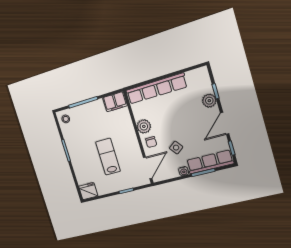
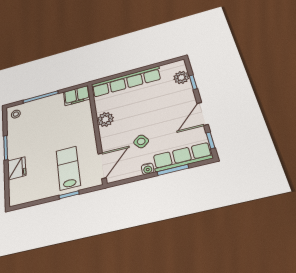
plant: (209, 101) -> (181, 77), moved
chair: (151, 142) -> (111, 136), removed
lab bench: (108, 157) -> (68, 168), moved
fridge: (88, 191) -> (17, 168), moved, turned 90

